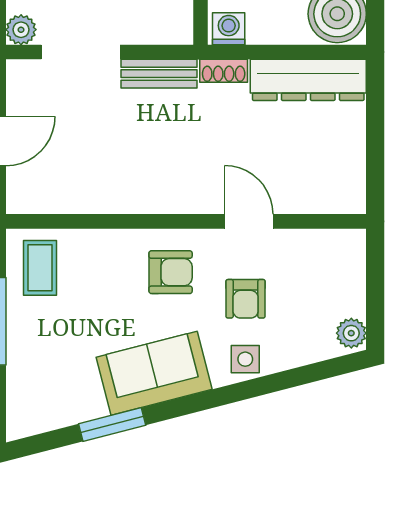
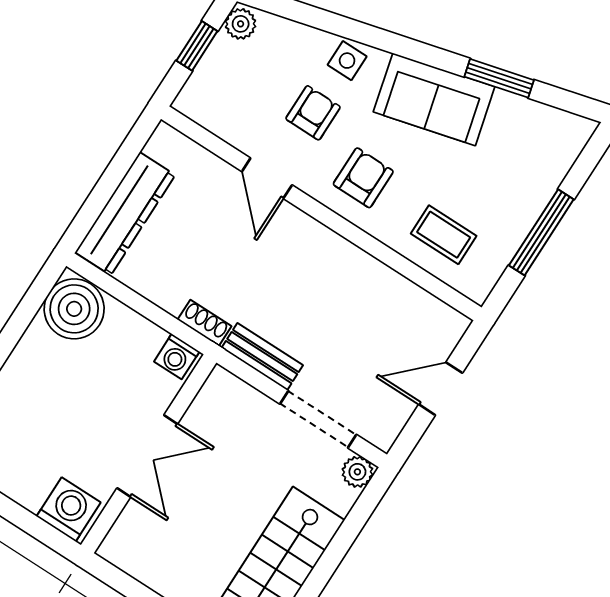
dresser: (308, 80) -> (125, 214), moved, turned 90
coffee table: (40, 268) -> (444, 235), moved, turned 90
armchair: (171, 272) -> (363, 178), turned 90
window: (375, 292) -> (197, 46), added

